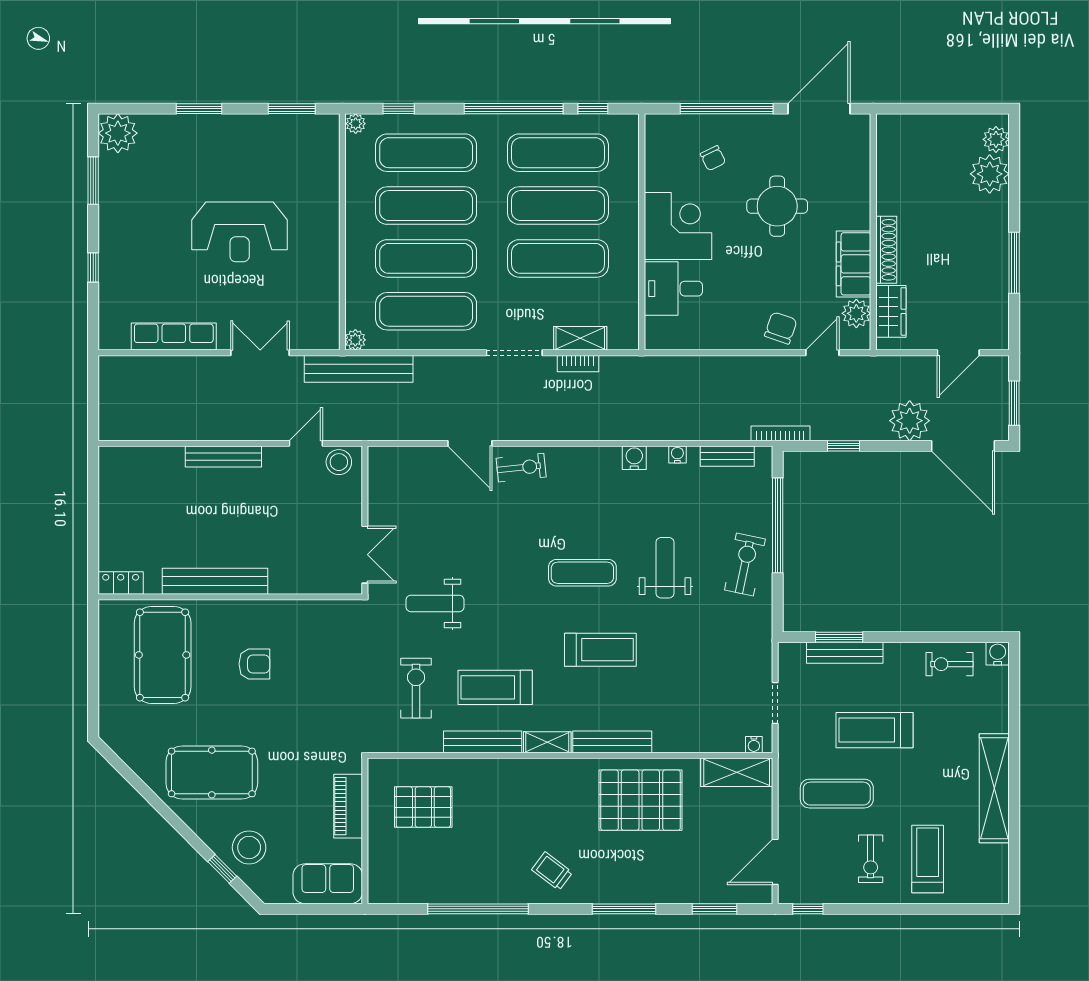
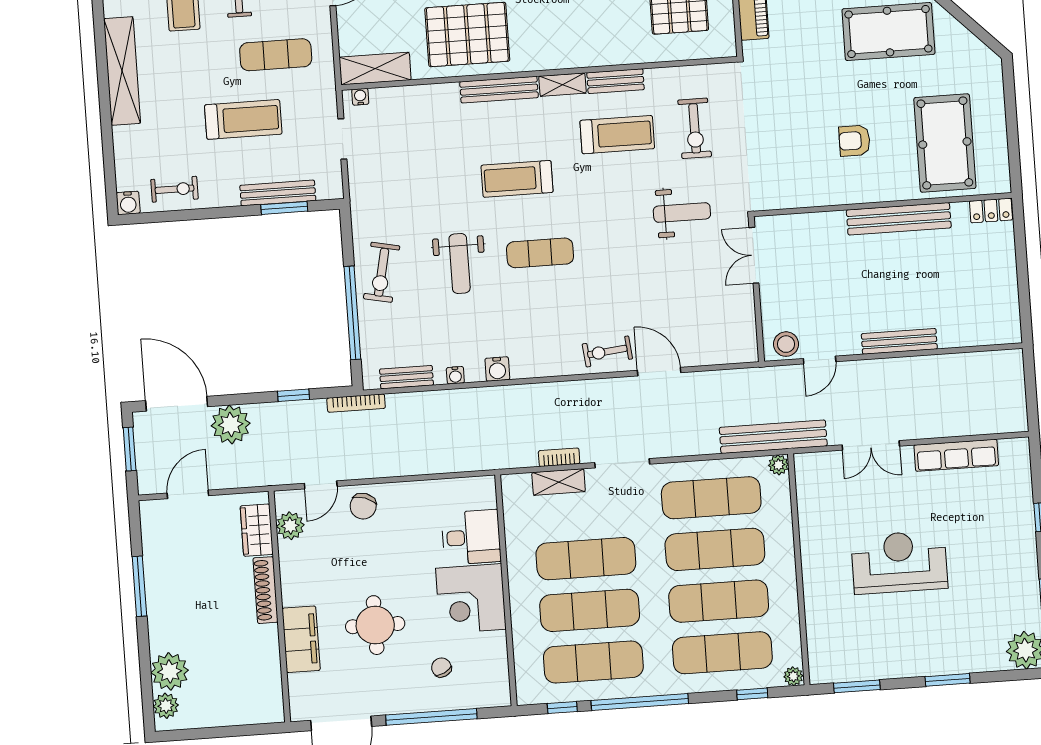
filing cabinet: (854, 264) -> (301, 639), moved
bench: (483, 742) -> (615, 81), width x0.73

